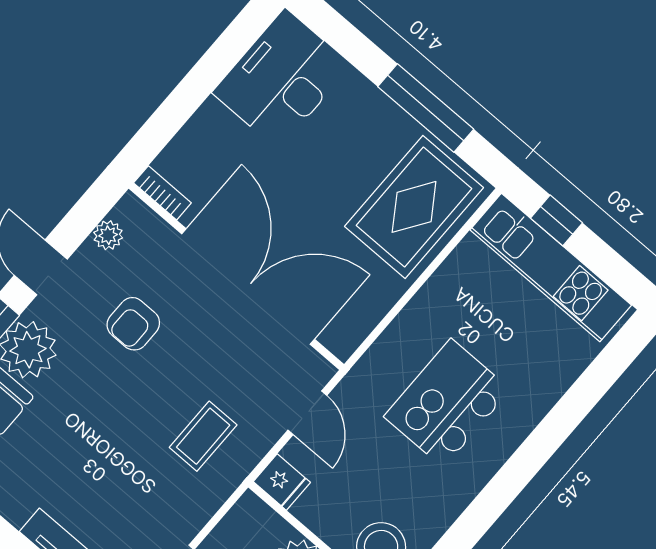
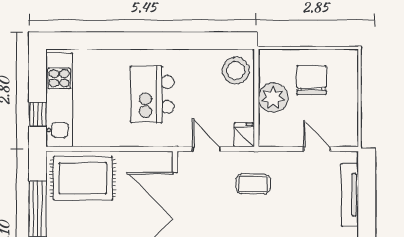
kitchen island: (447, 403) -> (152, 94), turned 90
door: (307, 413) -> (206, 149), hinge flipped

